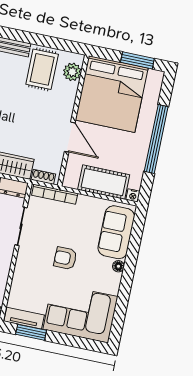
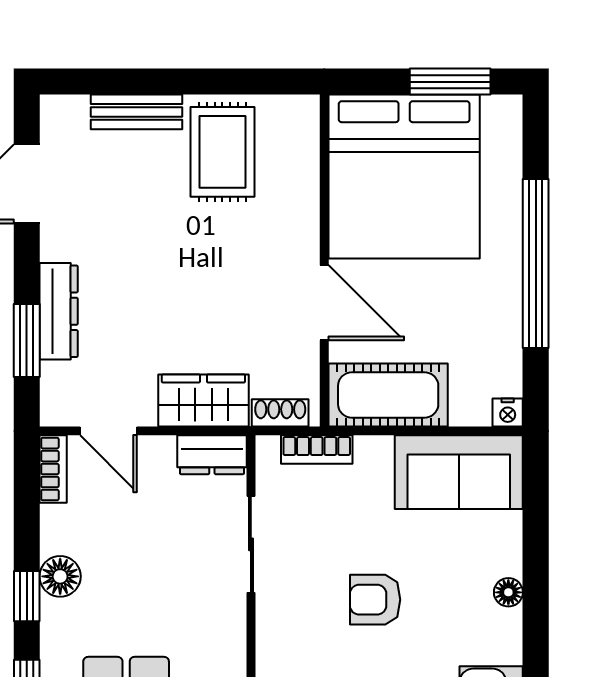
plant: (72, 72) -> (297, 143), removed
cot: (104, 182) -> (388, 395), moved
bookcase: (55, 194) -> (317, 450), width x0.64
sofa: (116, 232) -> (459, 472), moved, turned -90

